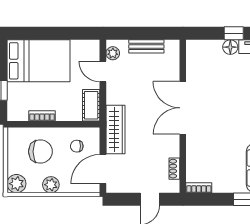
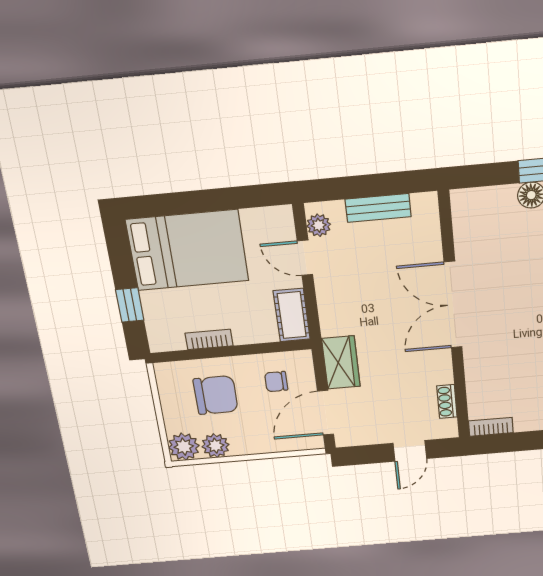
wardrobe: (116, 129) -> (341, 362), width x0.67
plant: (51, 185) -> (215, 446), moved

